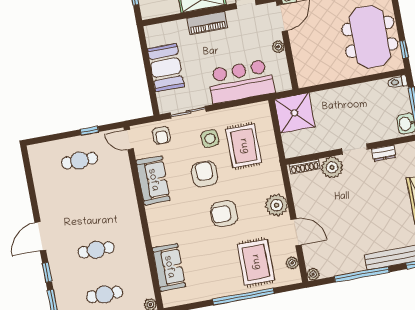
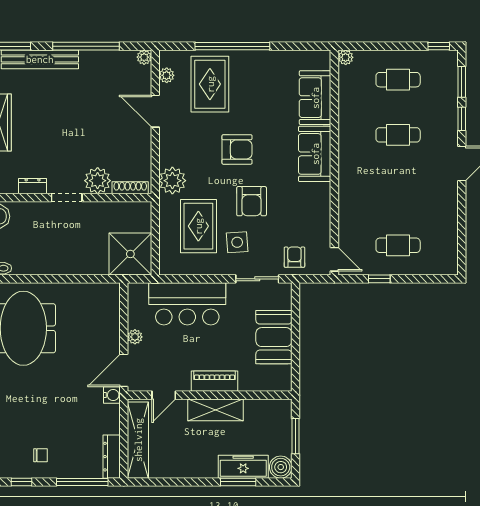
sofa: (153, 180) -> (315, 154), moved
plant: (277, 205) -> (172, 181), moved

